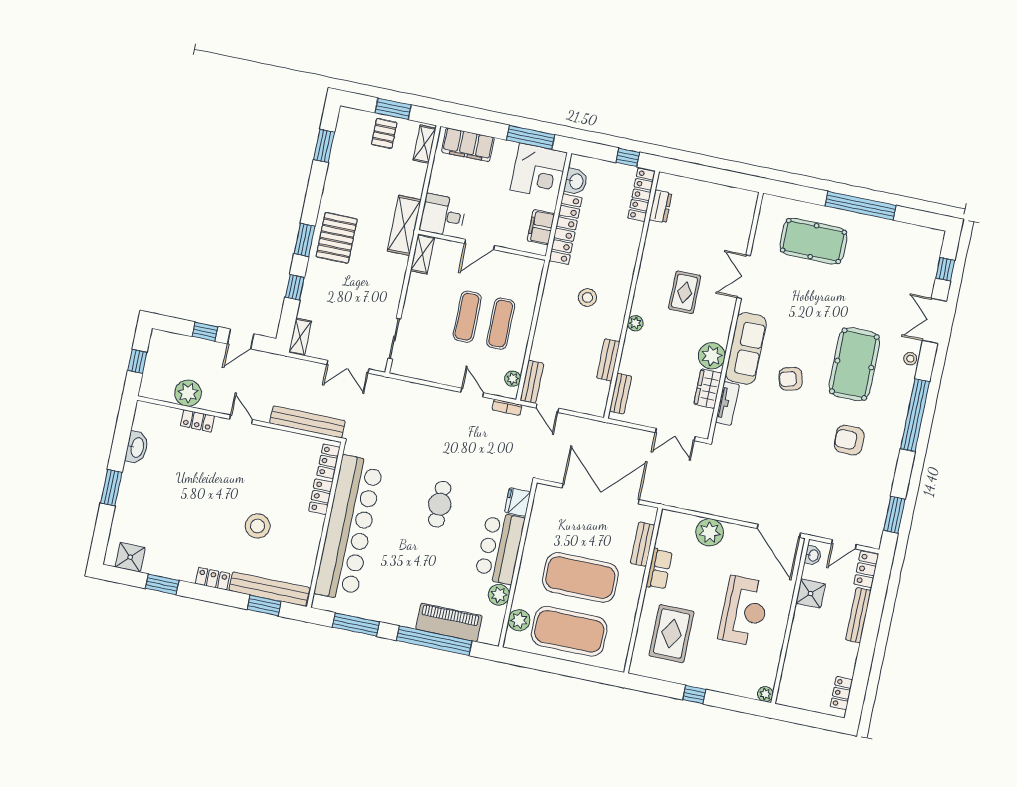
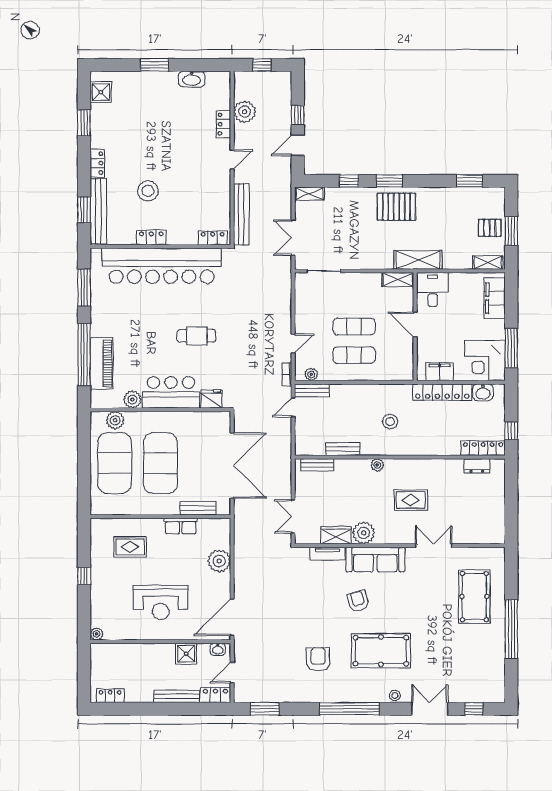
door: (241, 339) -> (298, 145), hinge flipped
locker: (321, 497) -> (151, 238), moved
door: (844, 544) -> (232, 673), hinge flipped
rug: (672, 634) -> (130, 547), width x0.73, depth x0.70

